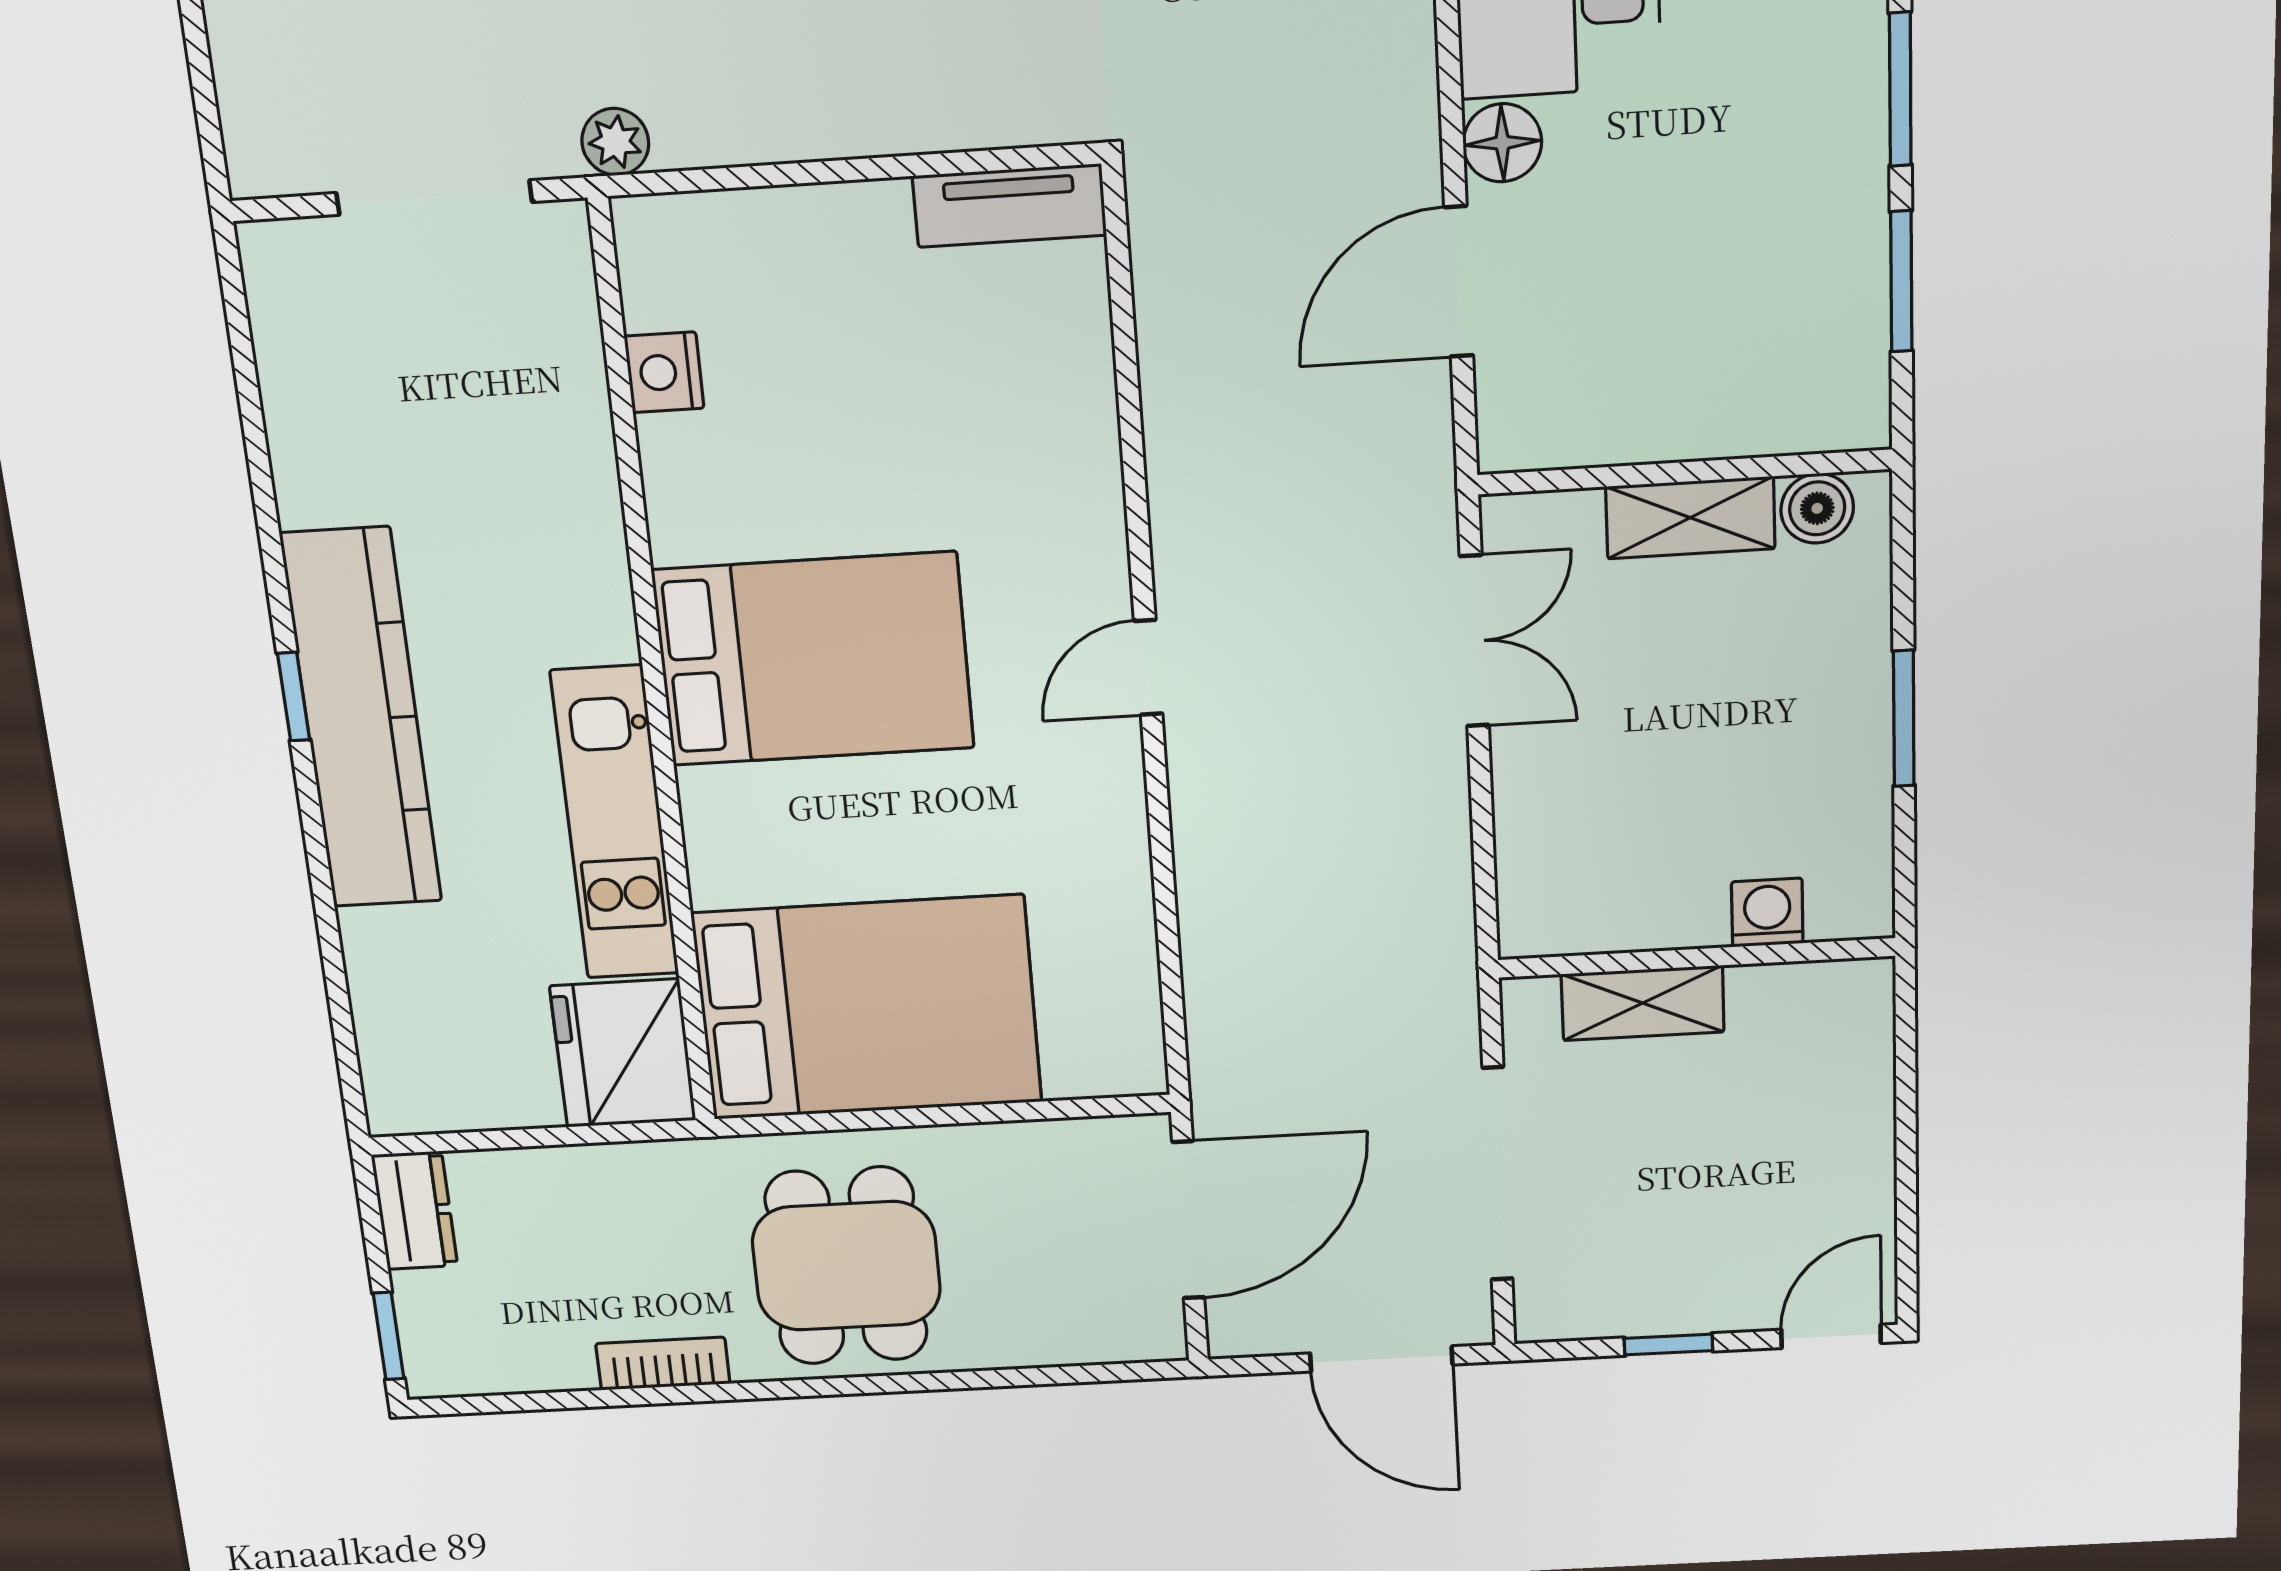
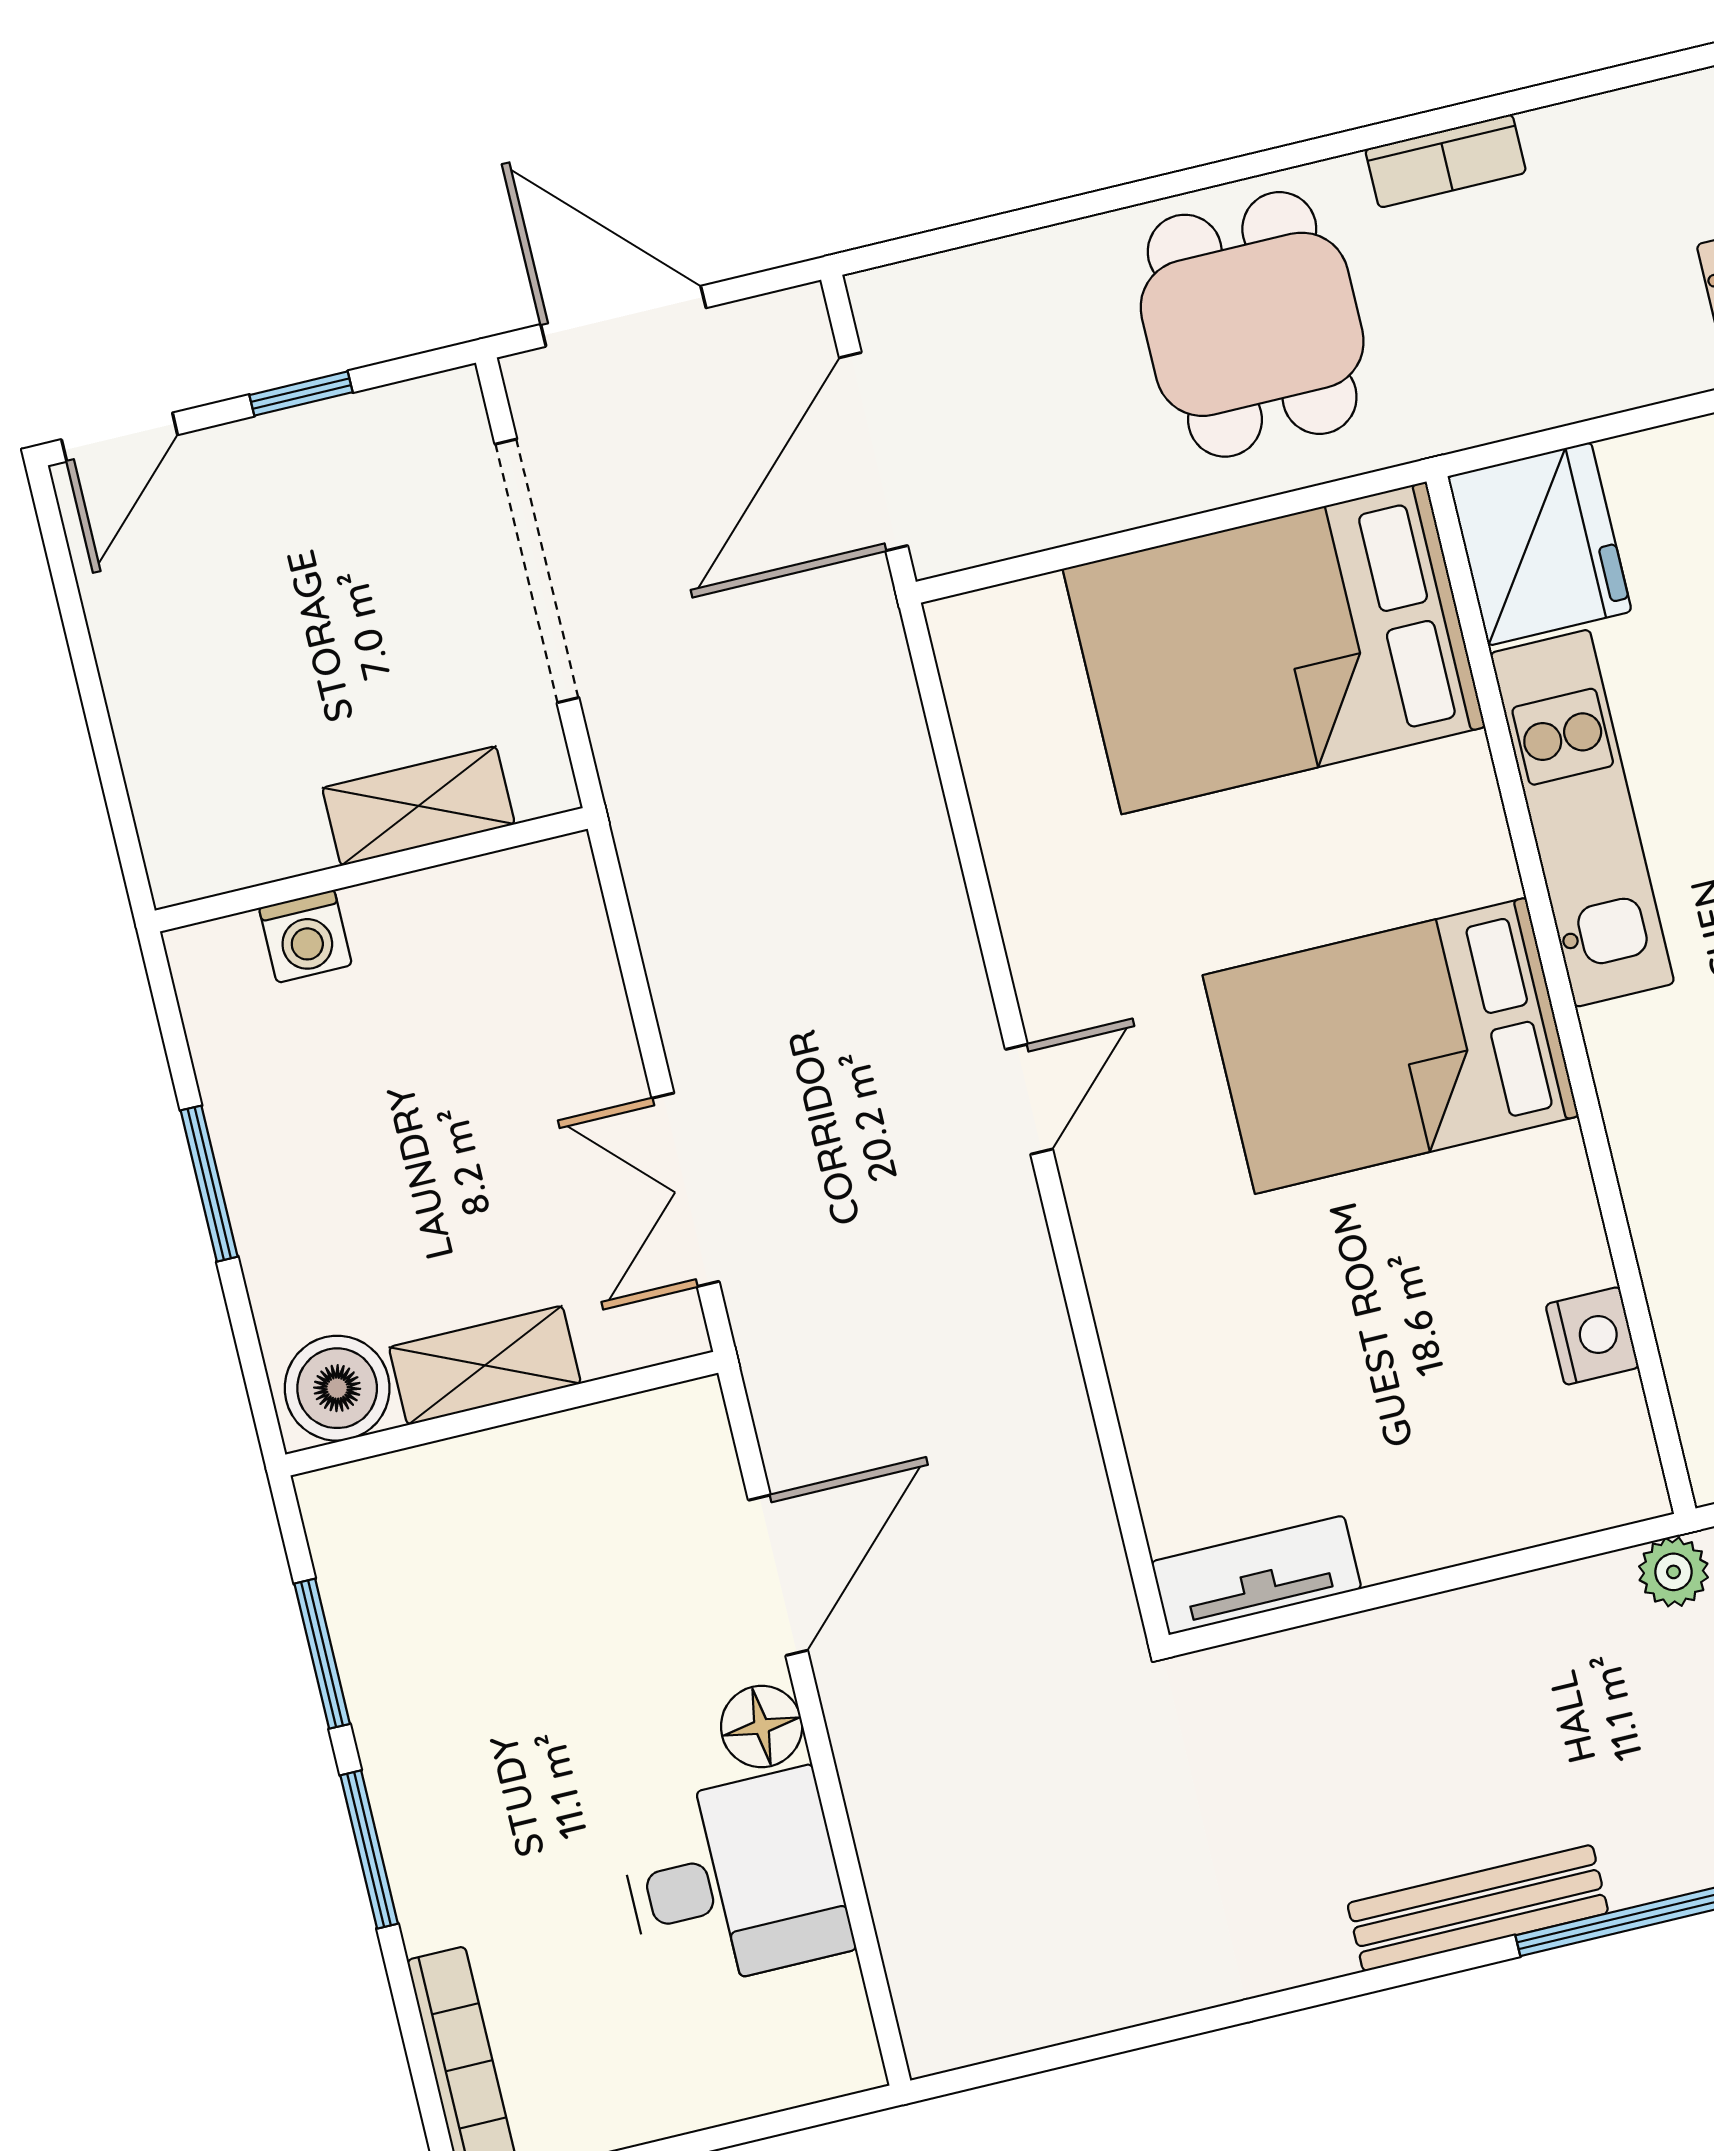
boiler: (1817, 508) -> (337, 1388), width x1.36, depth x1.36

